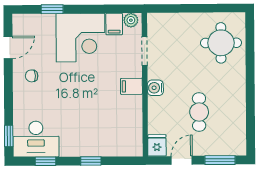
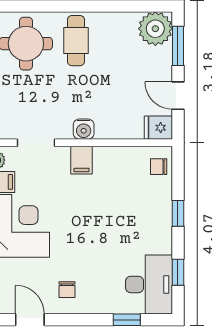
cafe table: (199, 112) -> (76, 41), moved, turned 90
window: (9, 136) -> (127, 320), moved
plant: (233, 143) -> (155, 29), added
chair: (127, 146) -> (159, 167), added

